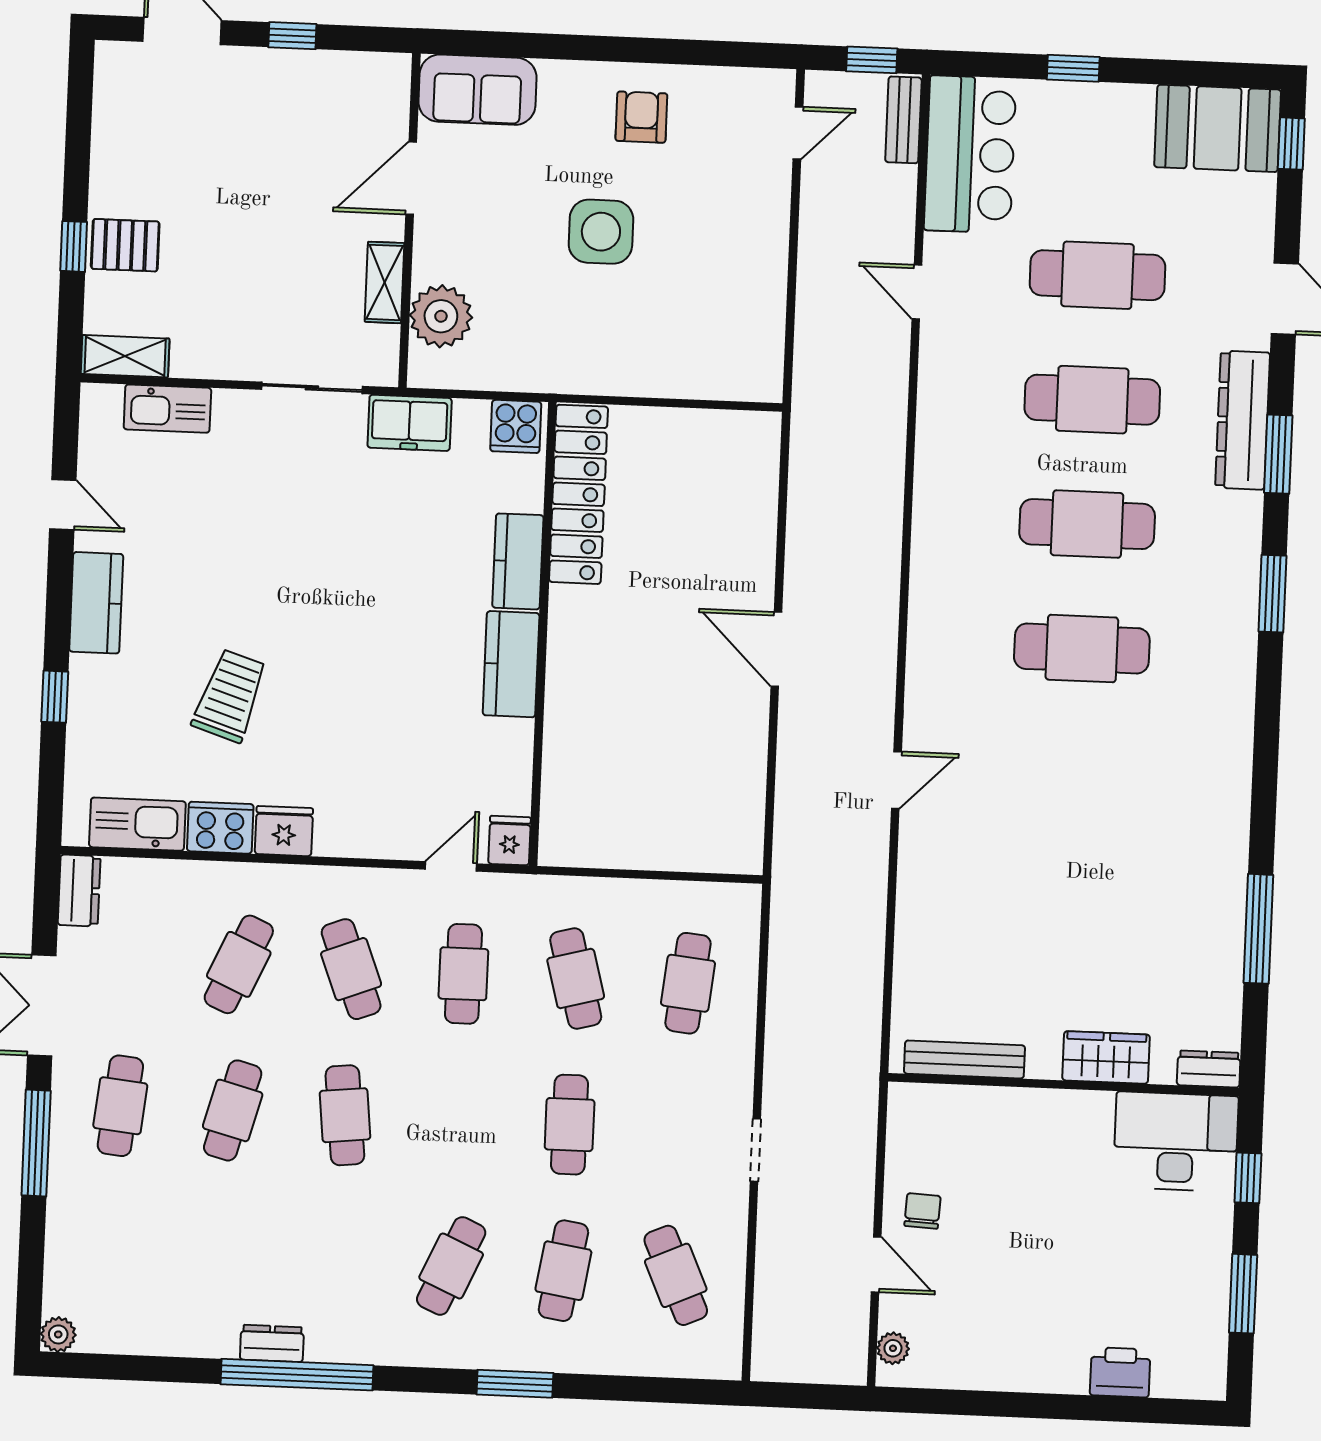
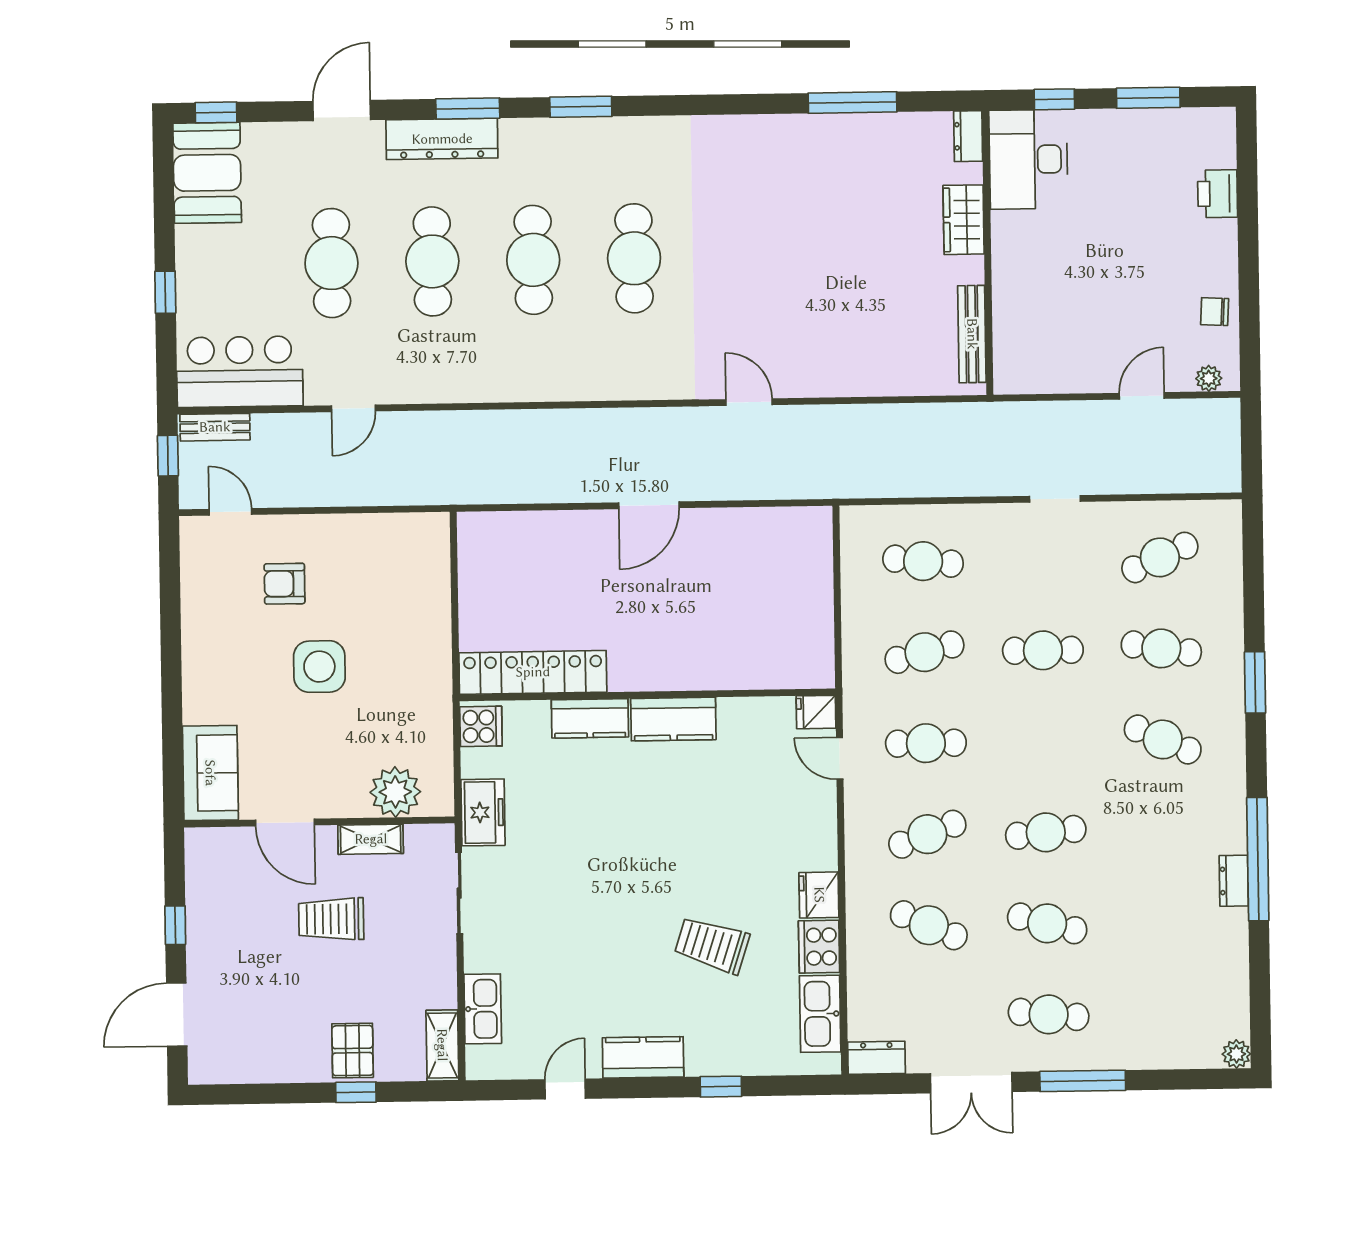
armchair: (641, 117) -> (285, 584), moved
trolley: (289, 228) -> (331, 919), added
chair: (922, 1211) -> (1215, 312), moved

